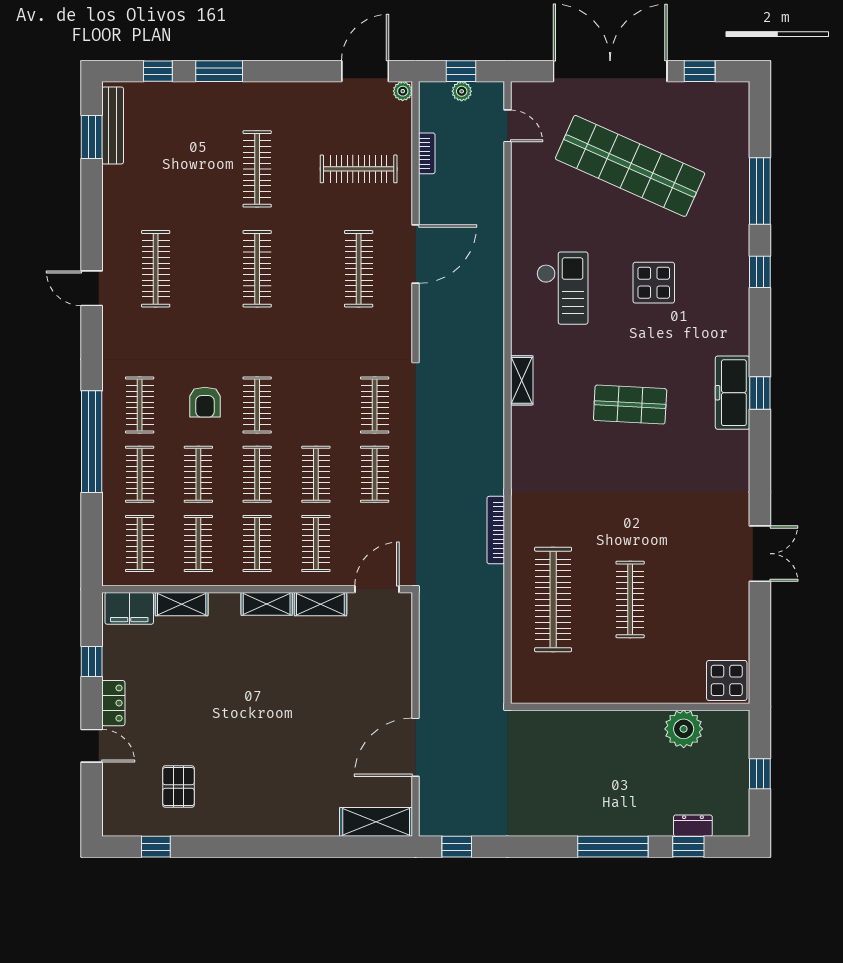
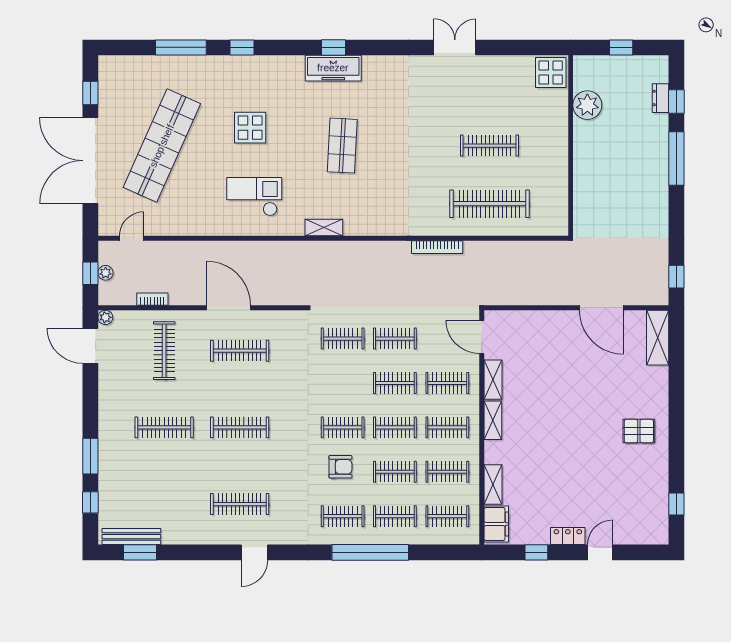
pallet: (178, 787) -> (639, 431), moved

